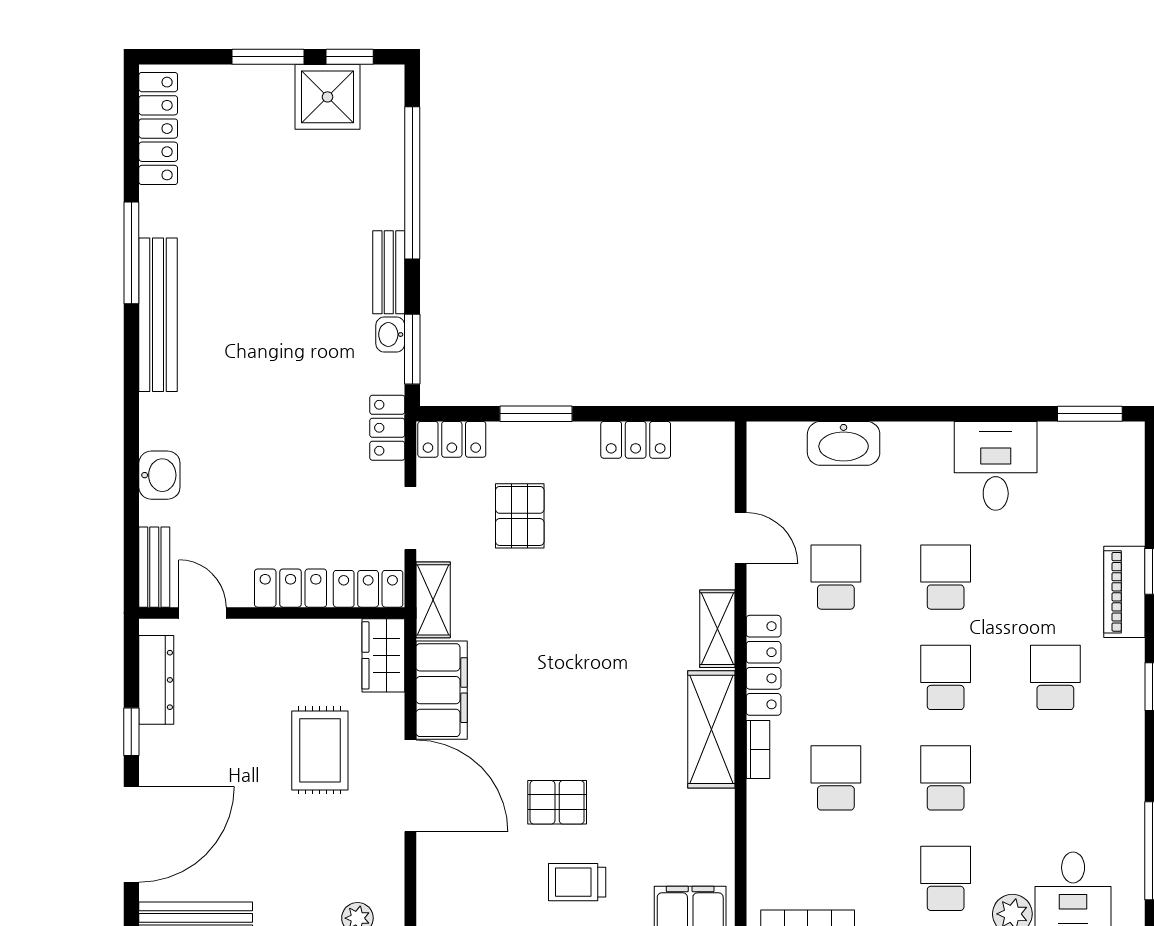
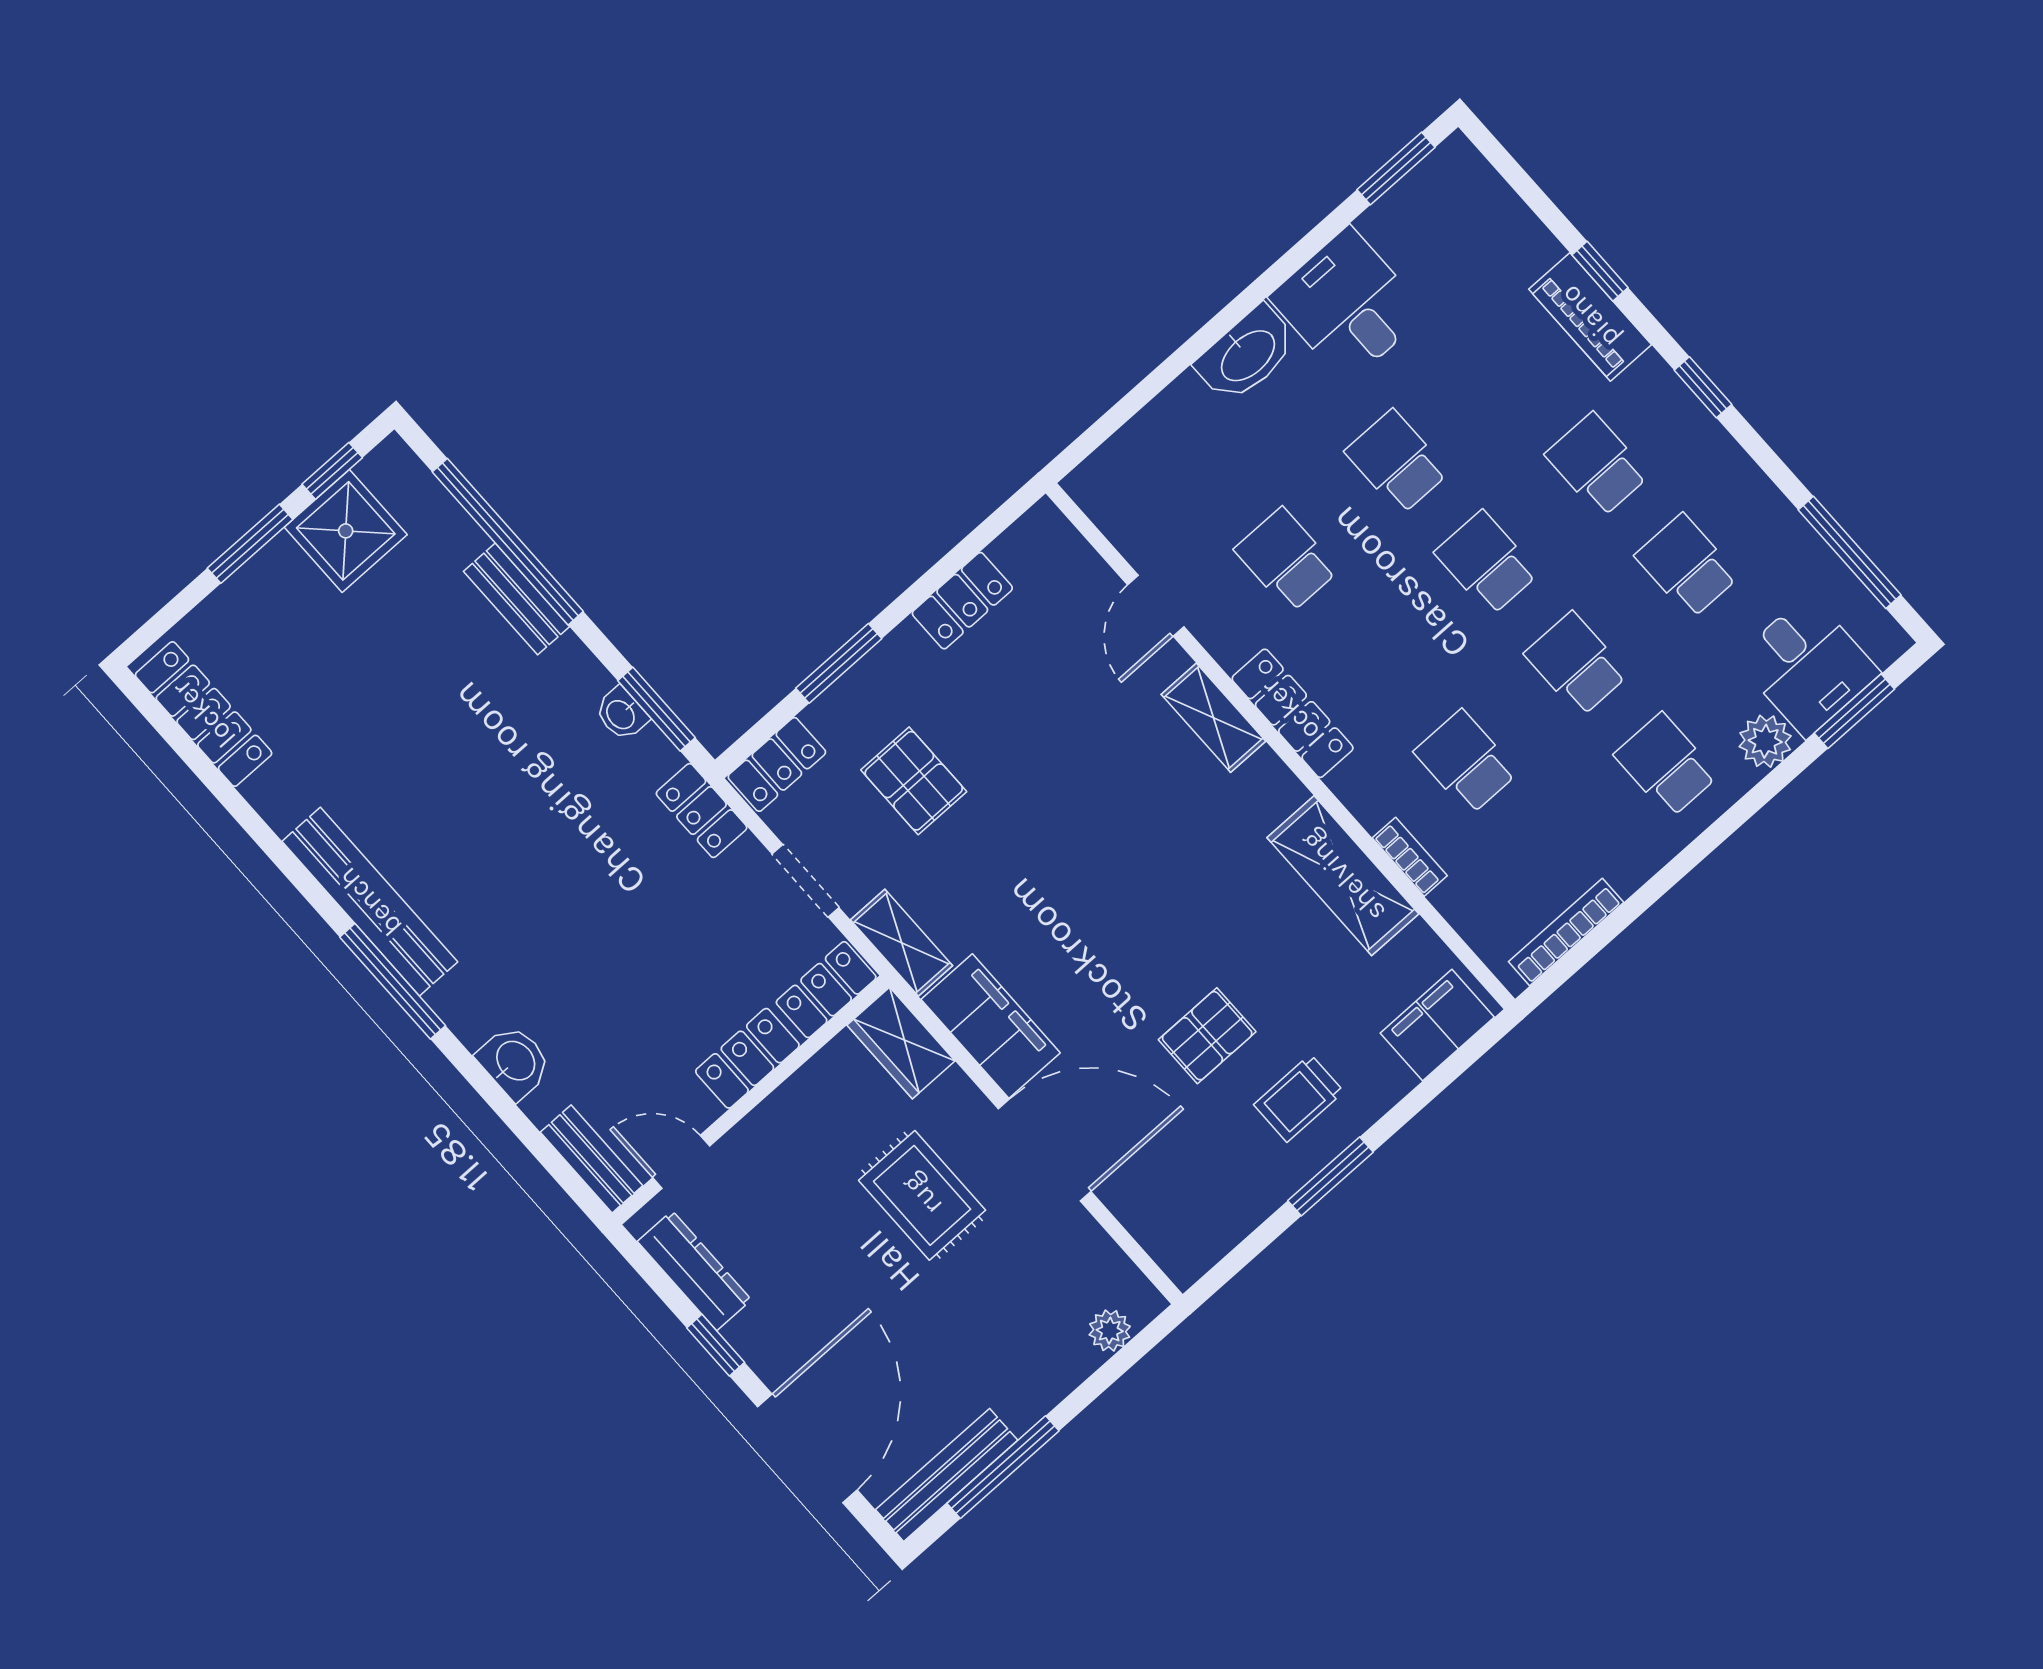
window: (131, 253) -> (393, 981), moved
bench: (389, 272) -> (516, 599), moved
washbasin: (844, 443) -> (1247, 354), moved
door: (741, 538) -> (1156, 606), swing flipped
shelving: (711, 729) -> (1343, 876), moved
bookcase: (758, 750) -> (1410, 857), moved
school desk: (1055, 778) -> (1687, 566), added

